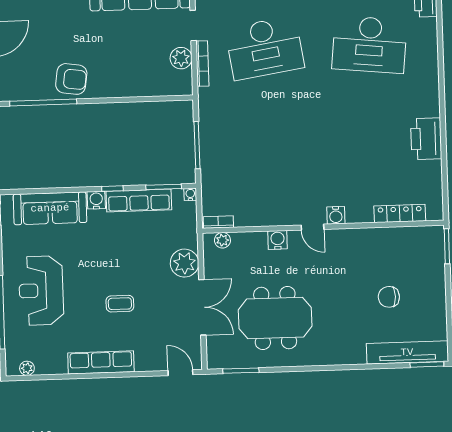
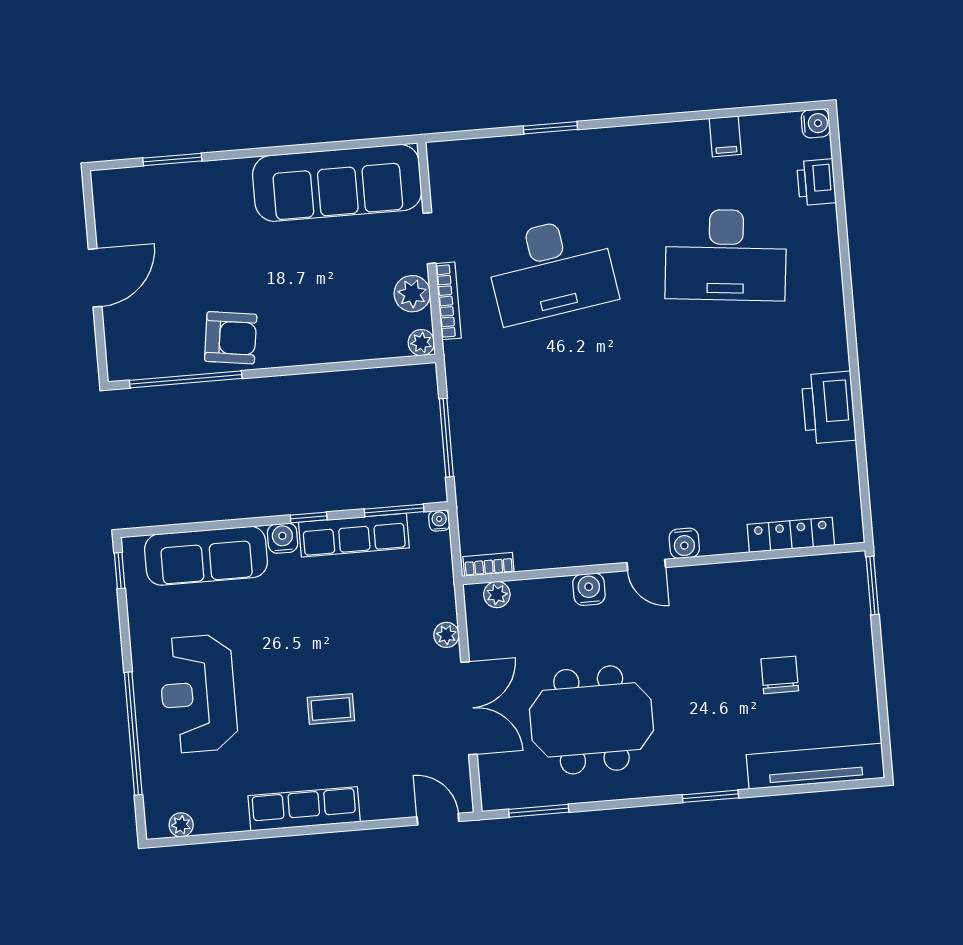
plant: (185, 88) -> (421, 343), added
plant: (185, 263) -> (446, 635), width x0.53, depth x0.53
chair: (389, 297) -> (780, 675), turned 90
window: (427, 364) -> (710, 796), moved

